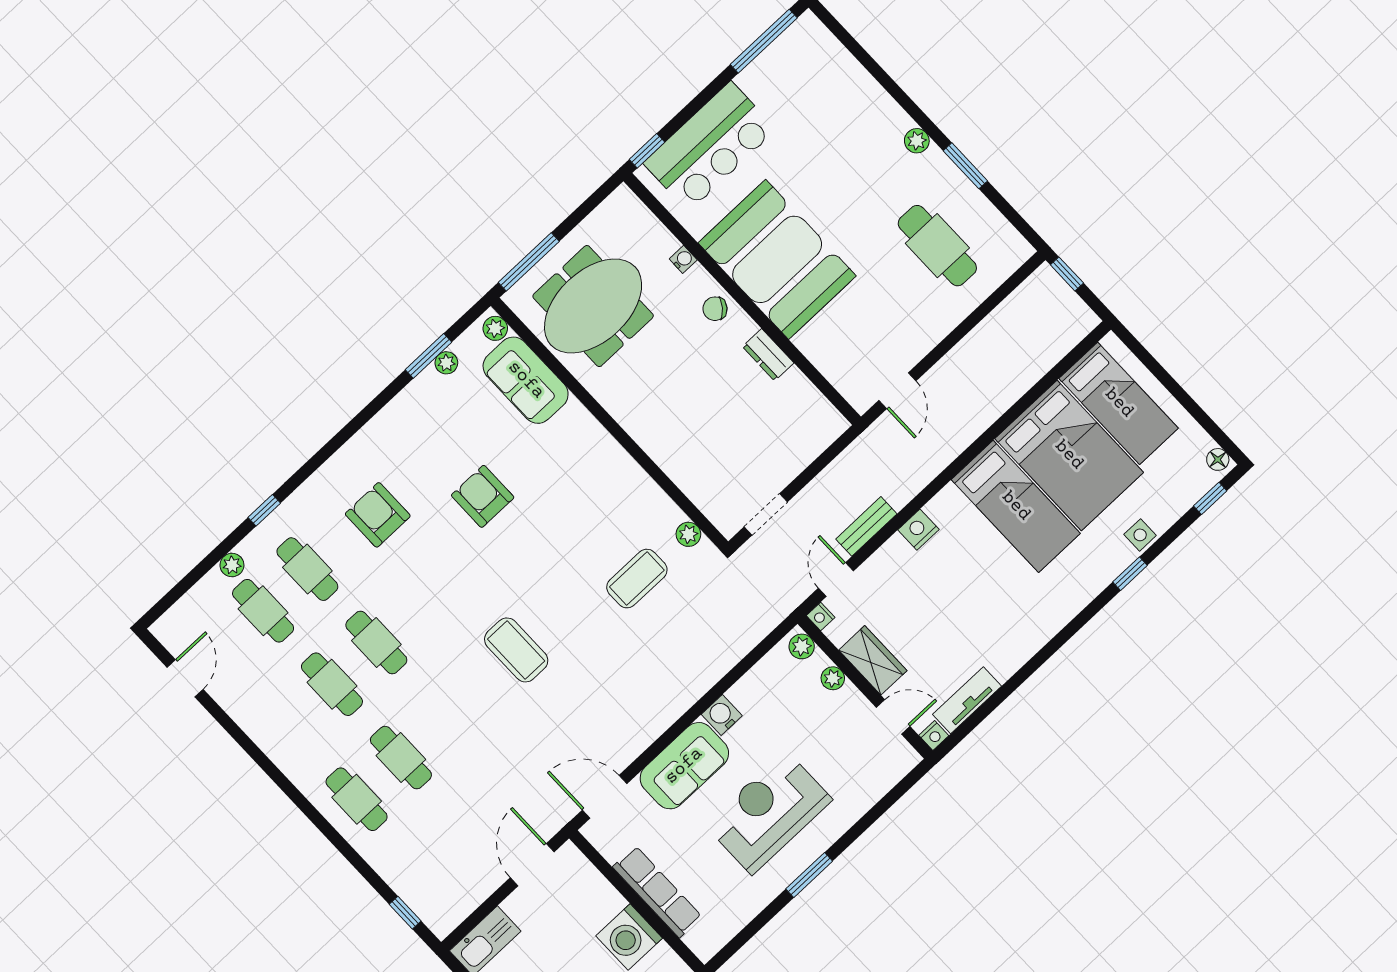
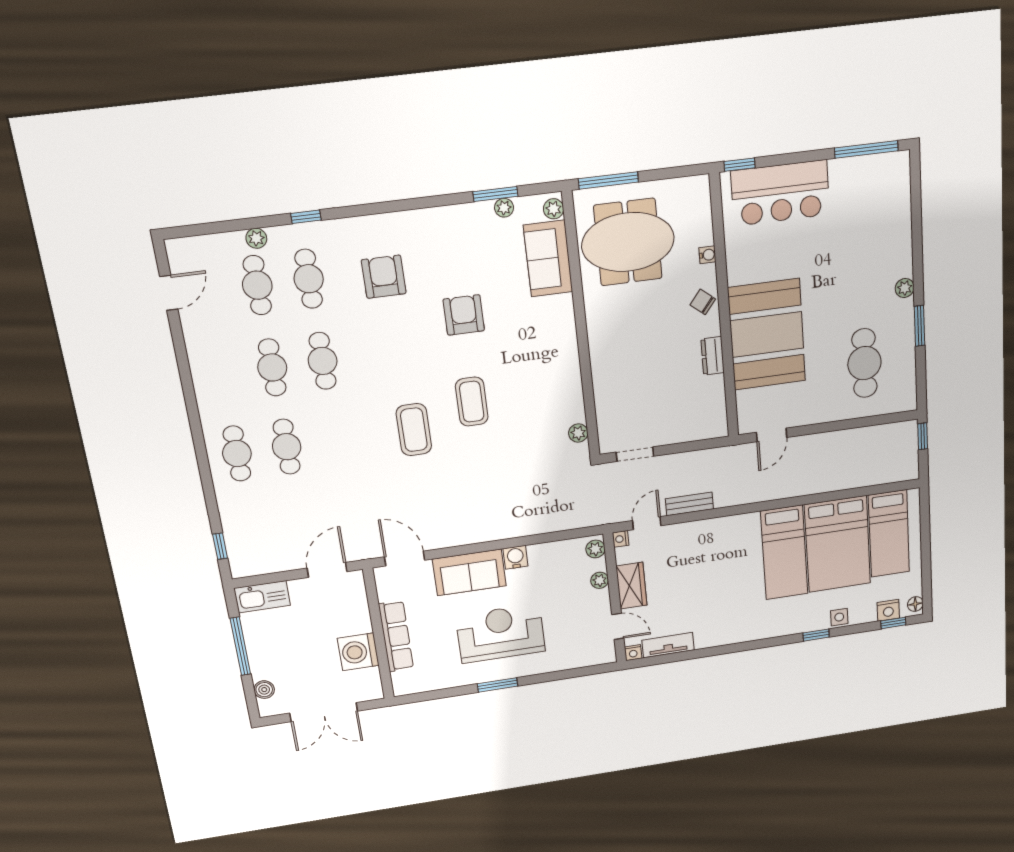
booth: (777, 259) -> (767, 335), moved
nightstand: (918, 530) -> (888, 610), moved, turned 180
coffee table: (637, 579) -> (472, 402), moved, turned 90

